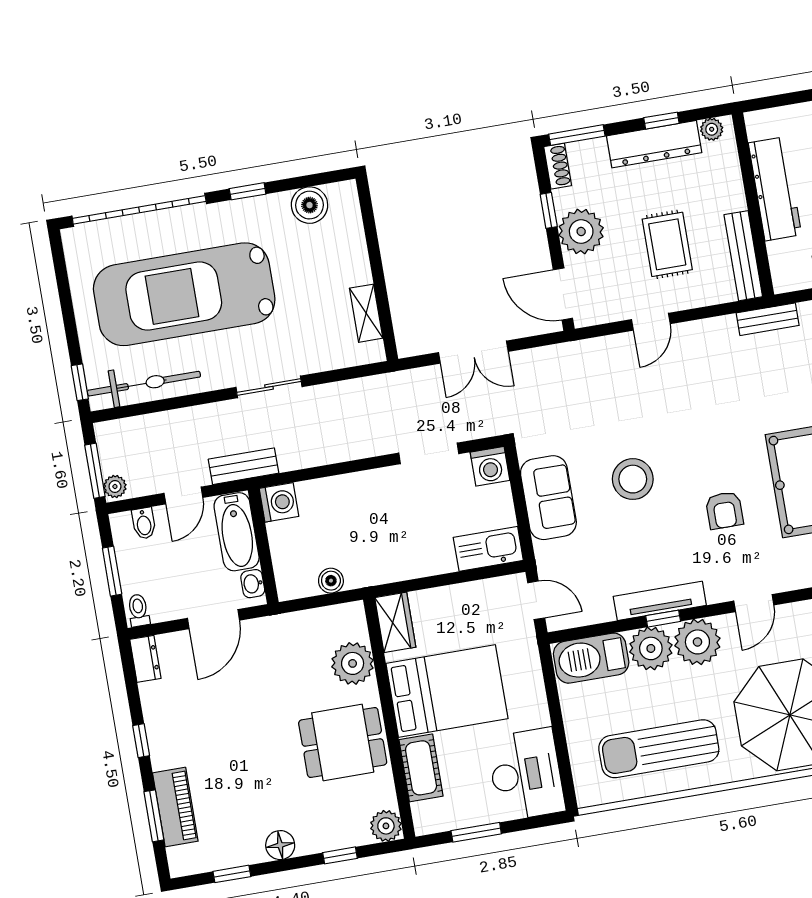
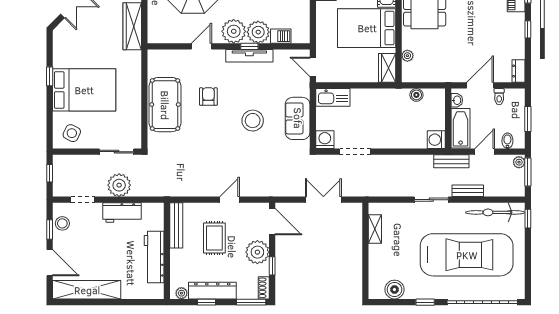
bench: (768, 319) -> (468, 191), moved
toilet: (138, 610) -> (499, 97), moved
barbecue: (591, 658) -> (281, 36), width x0.53, depth x0.65
plant: (353, 663) -> (407, 56), width x0.53, depth x0.53

